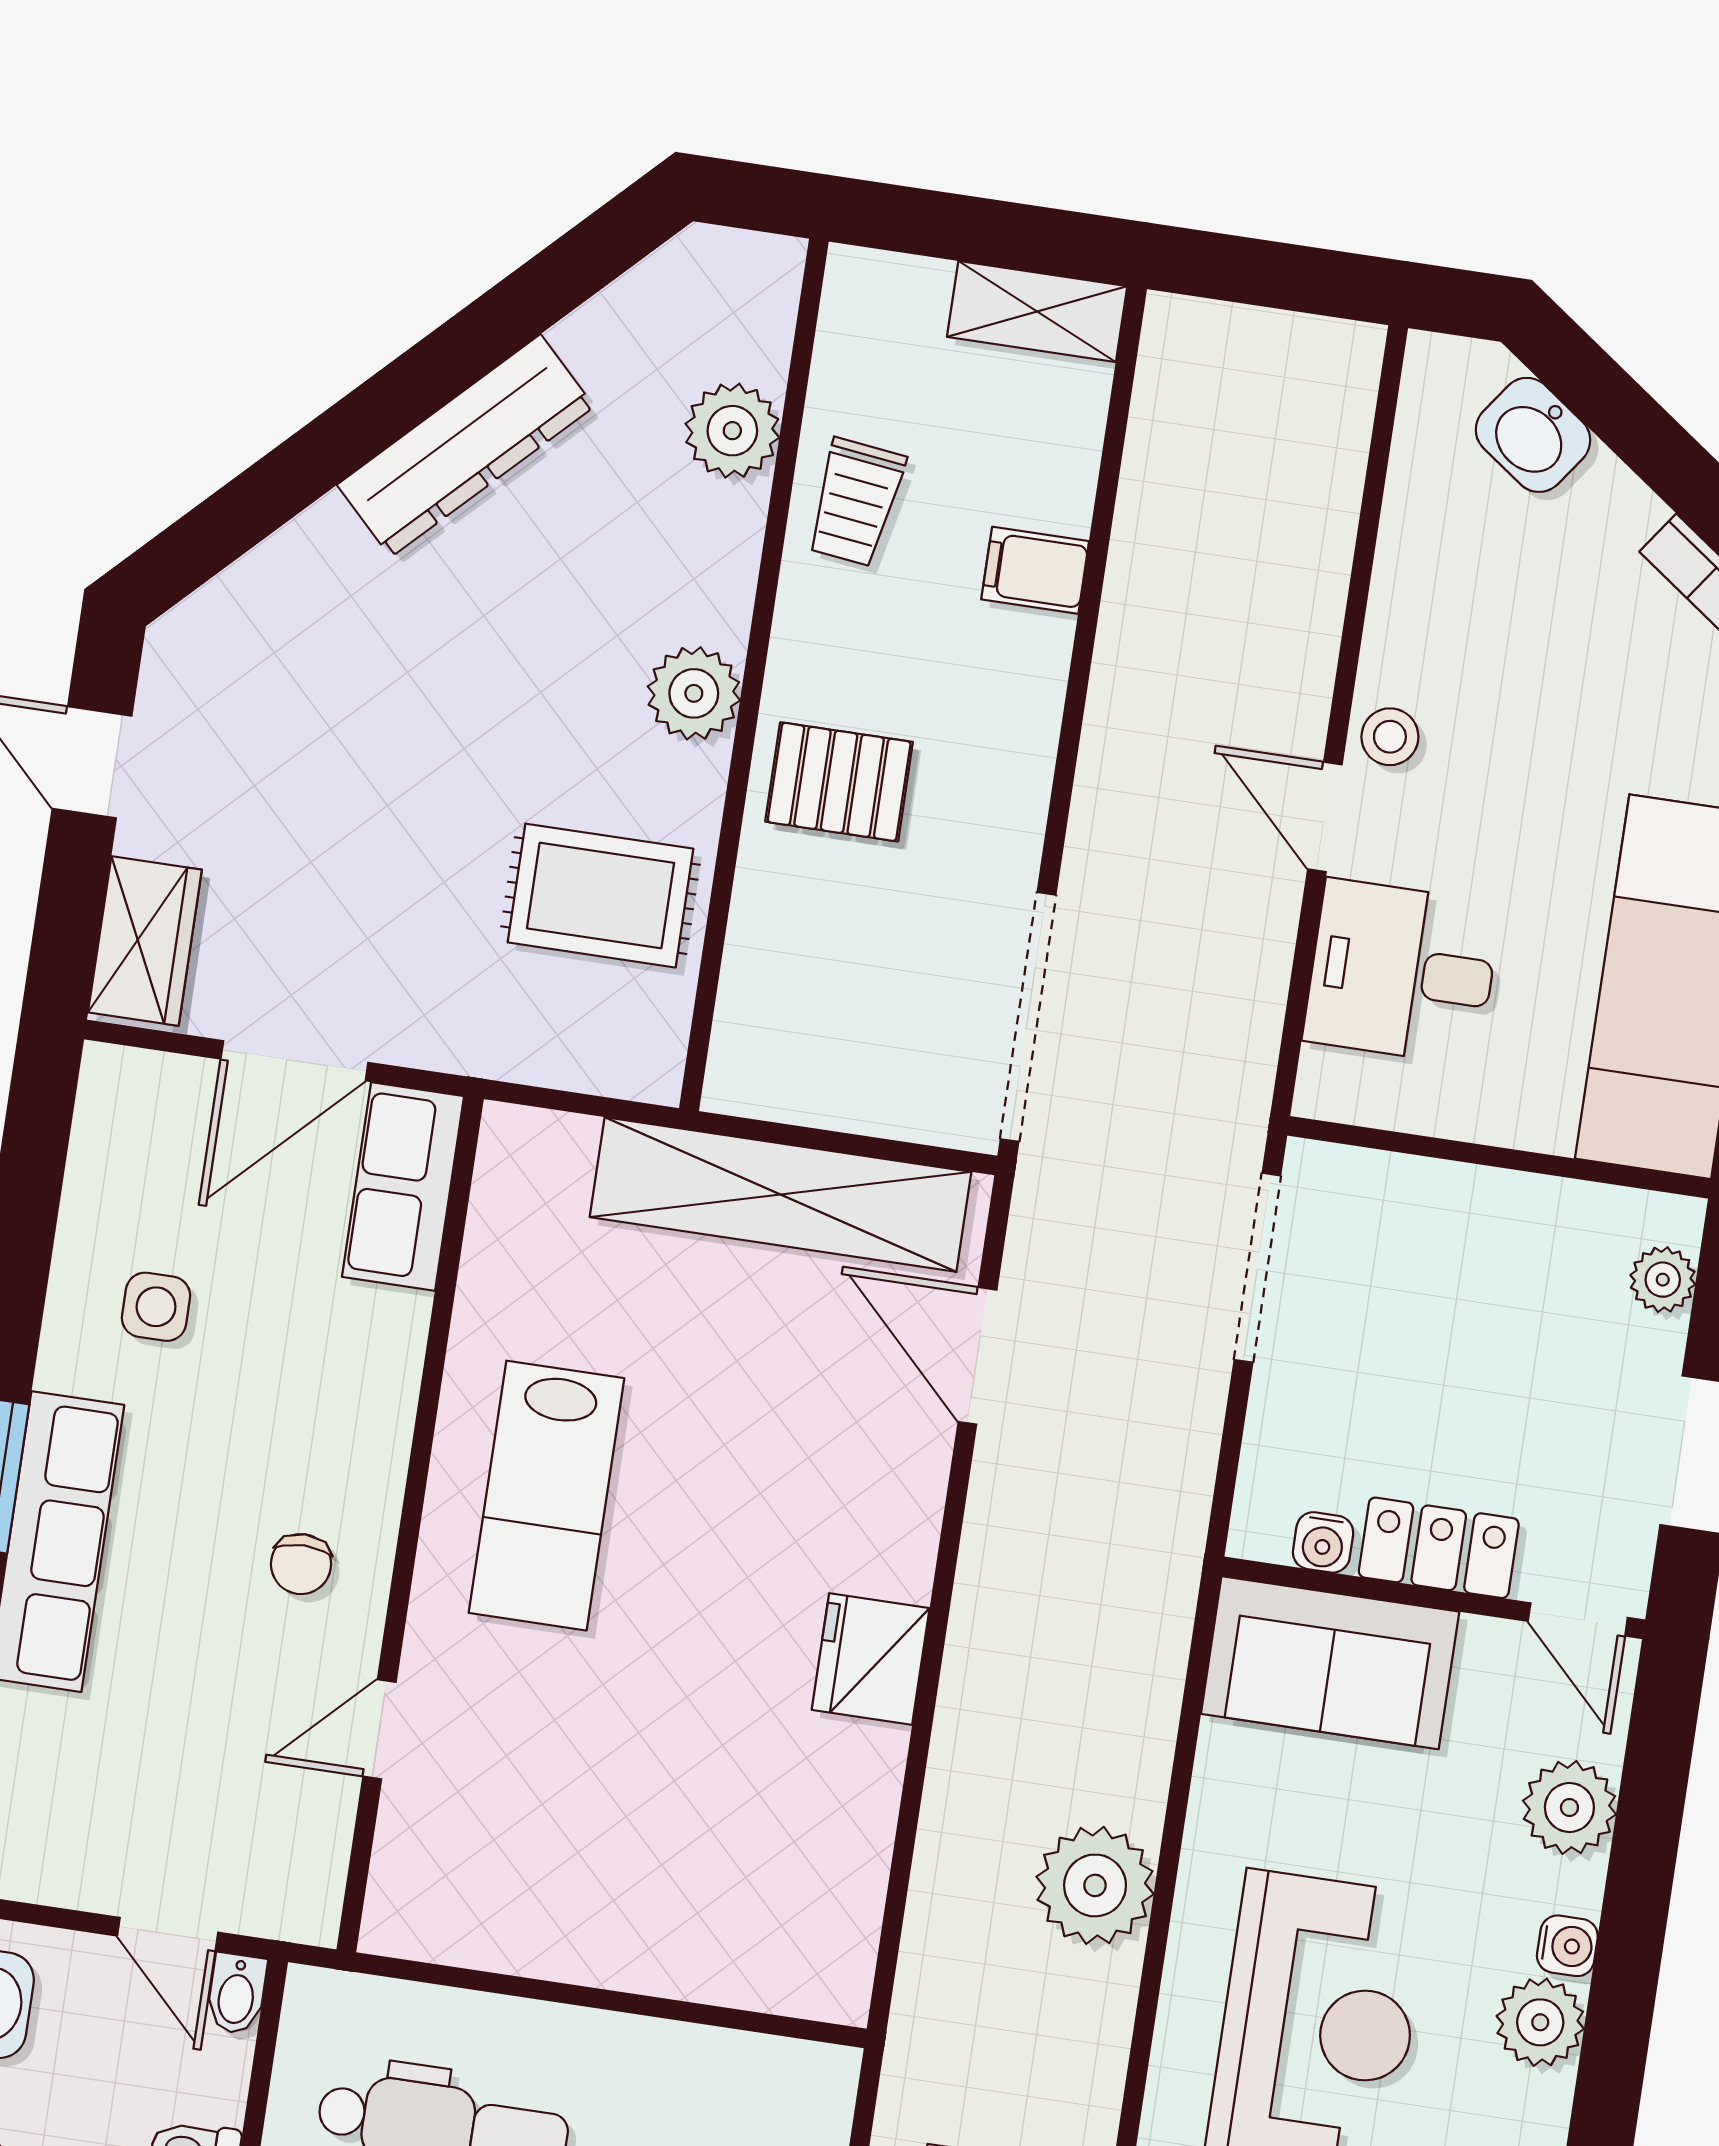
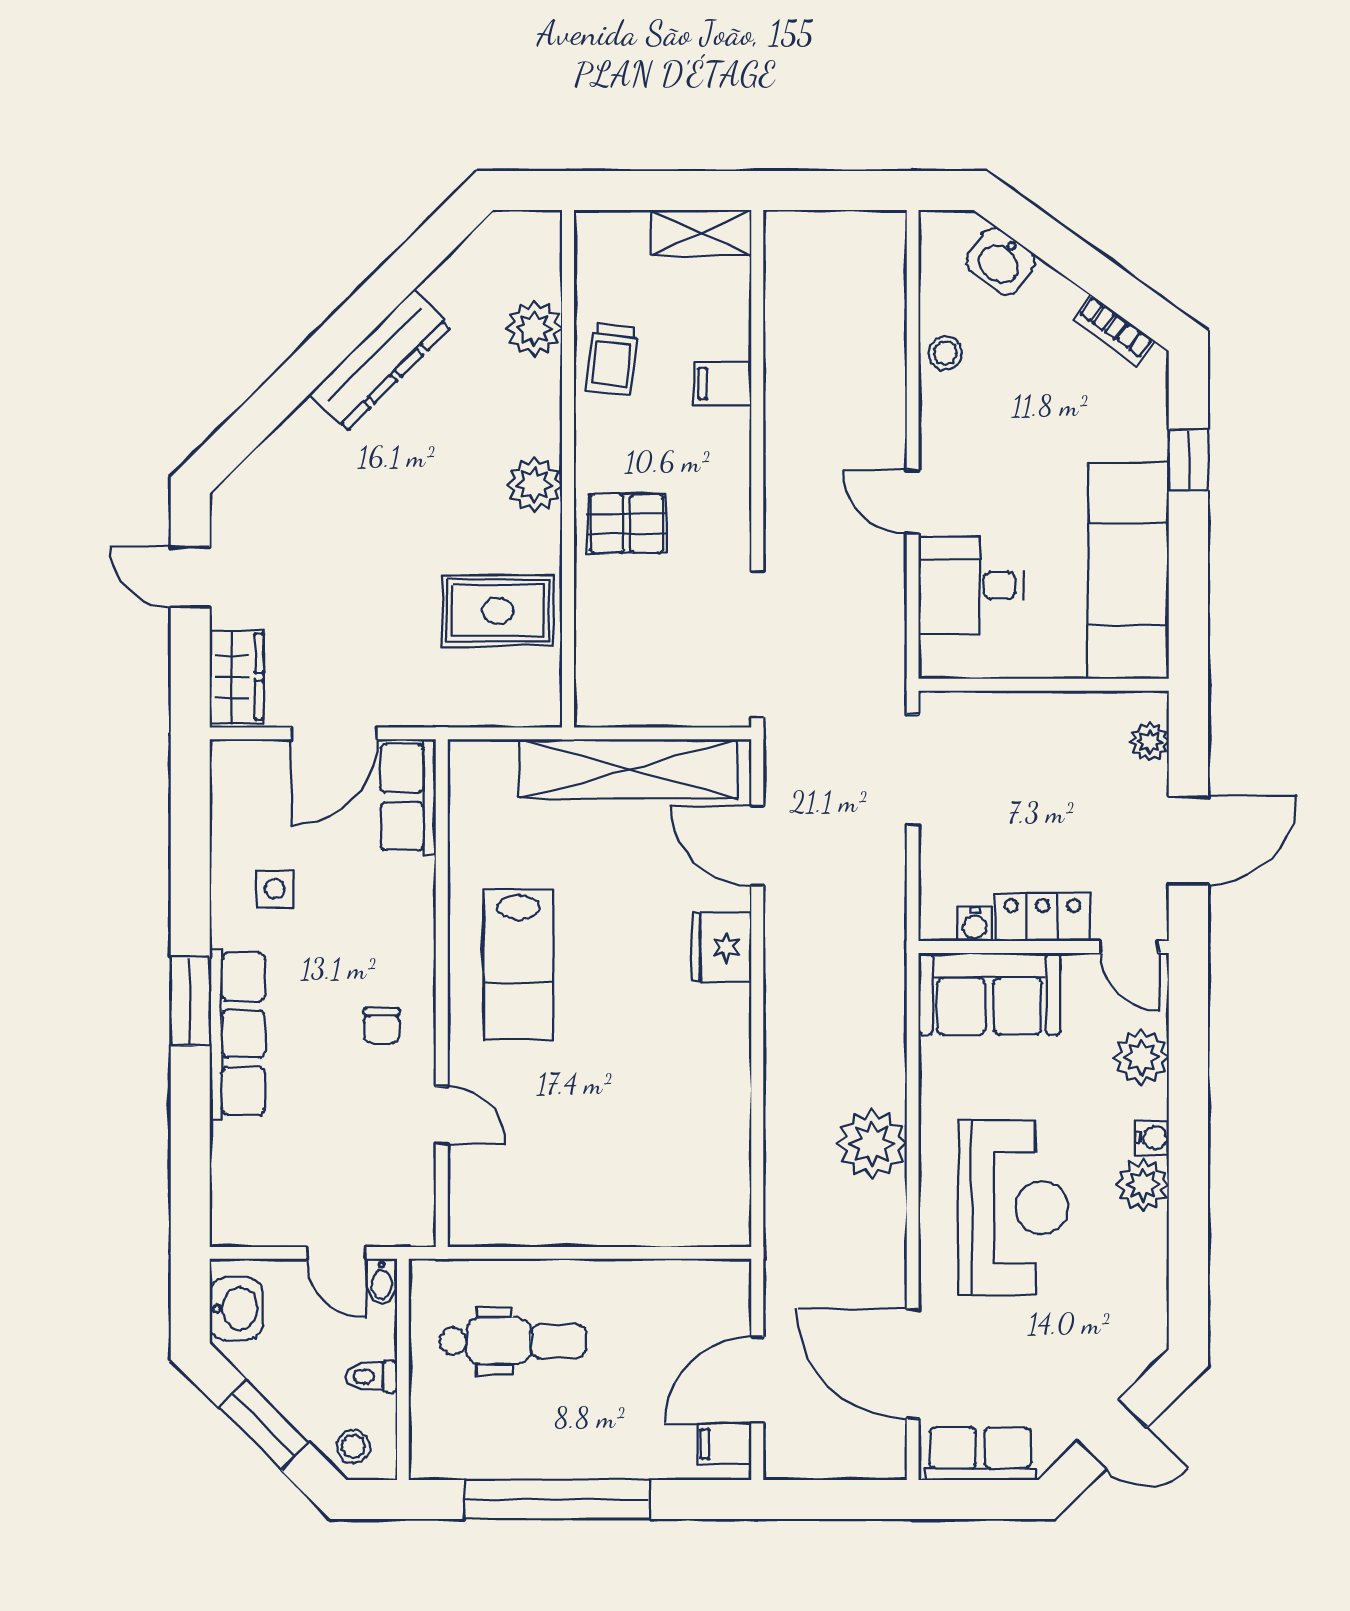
stool: (1390, 737) -> (945, 353), moved
fridge: (871, 1659) -> (722, 947), moved
door: (379, 1729) -> (442, 1115), swing flipped

